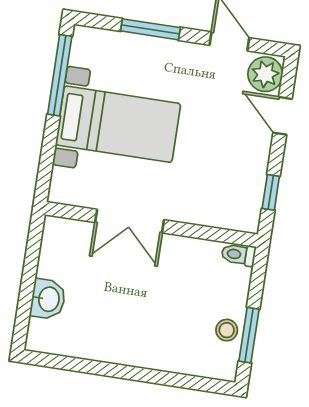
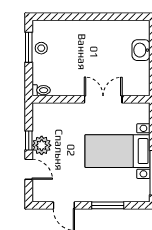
plant: (265, 74) -> (42, 145), moved
window: (271, 192) -> (29, 140), moved

